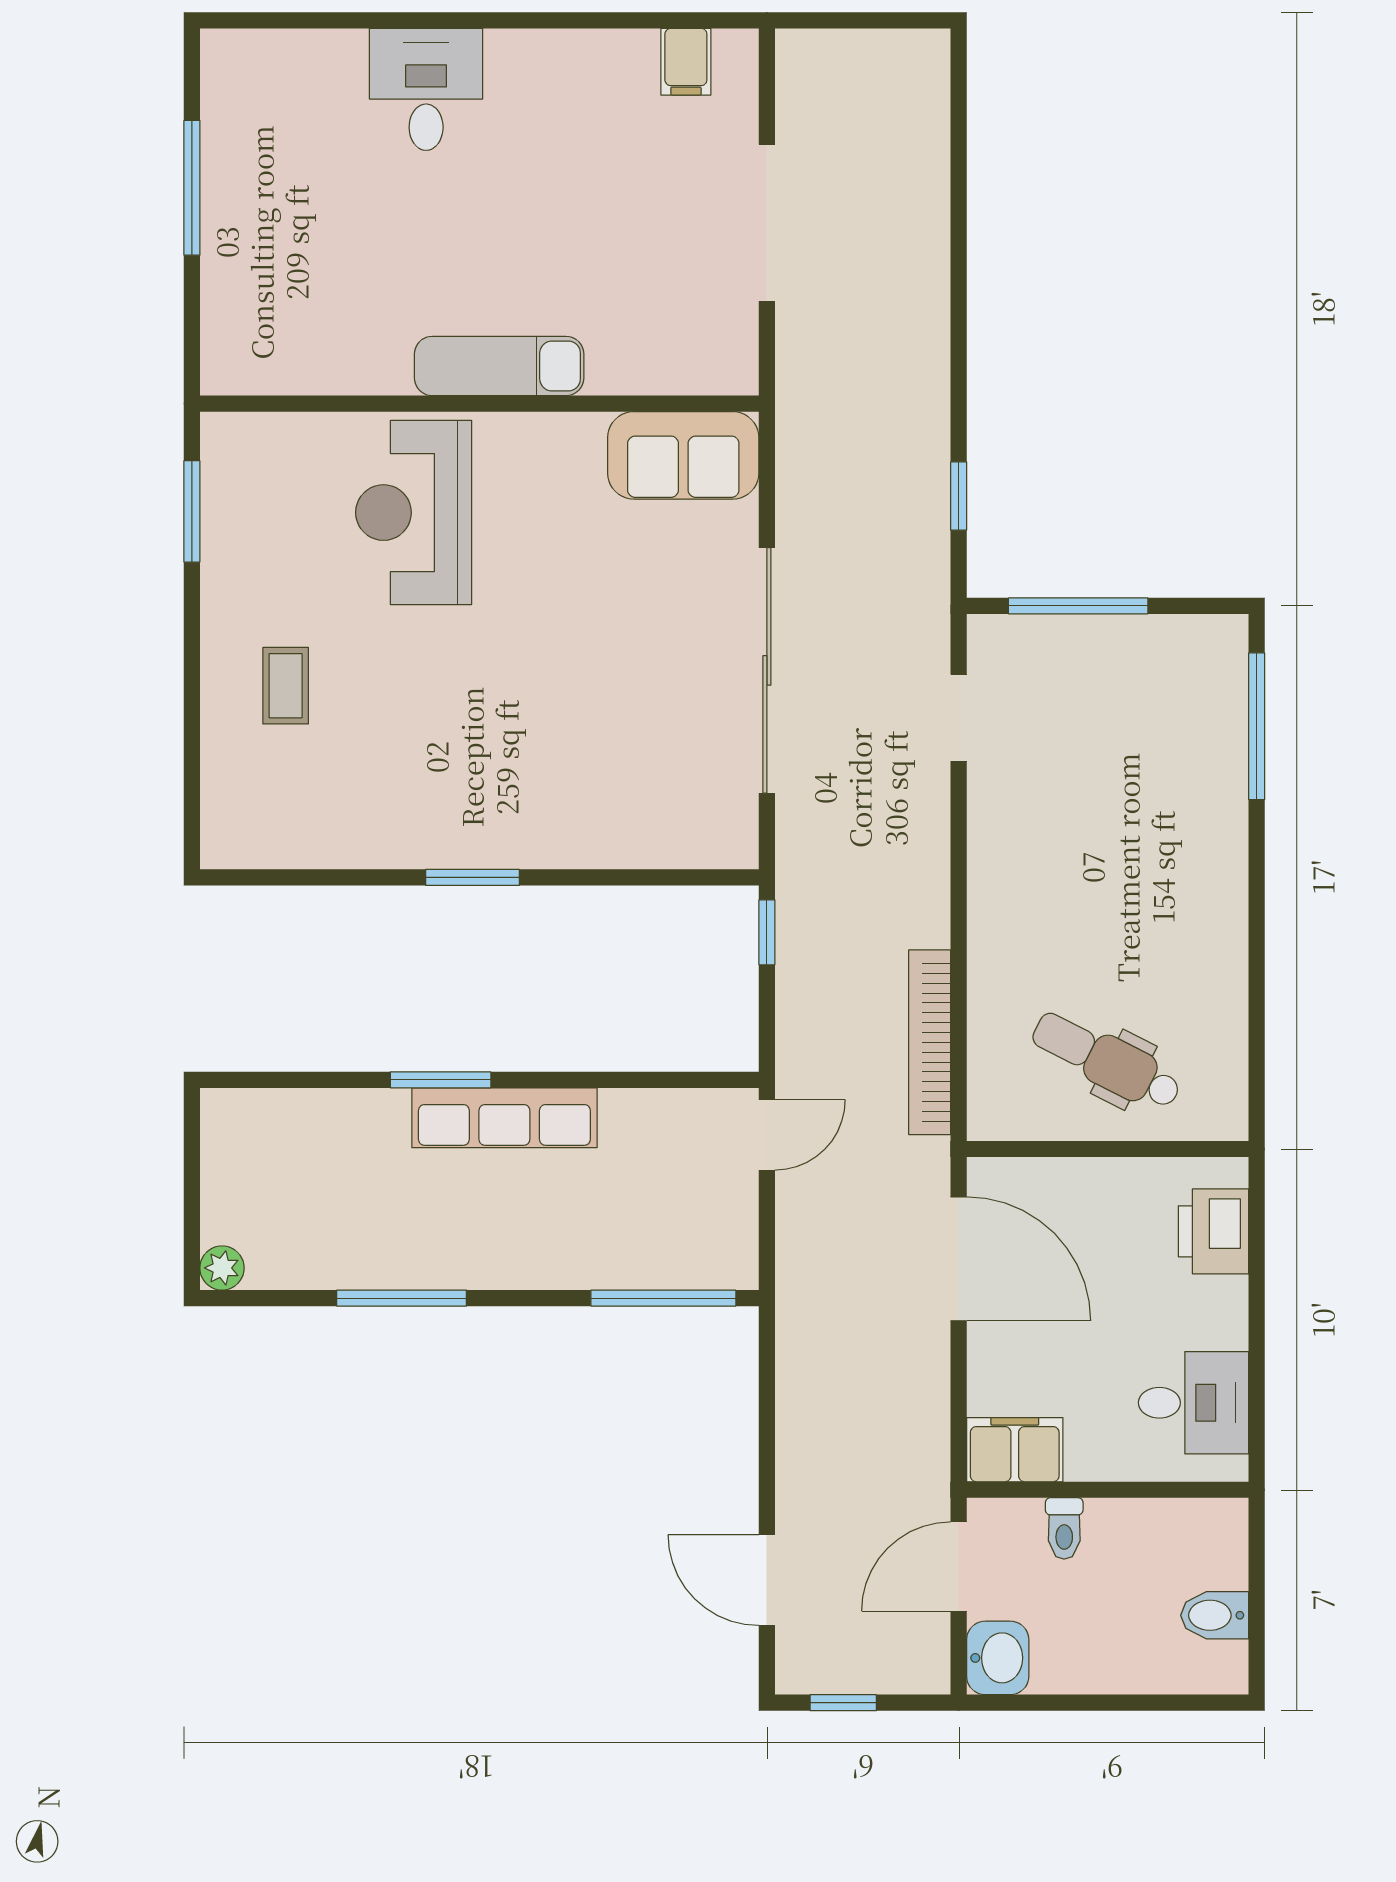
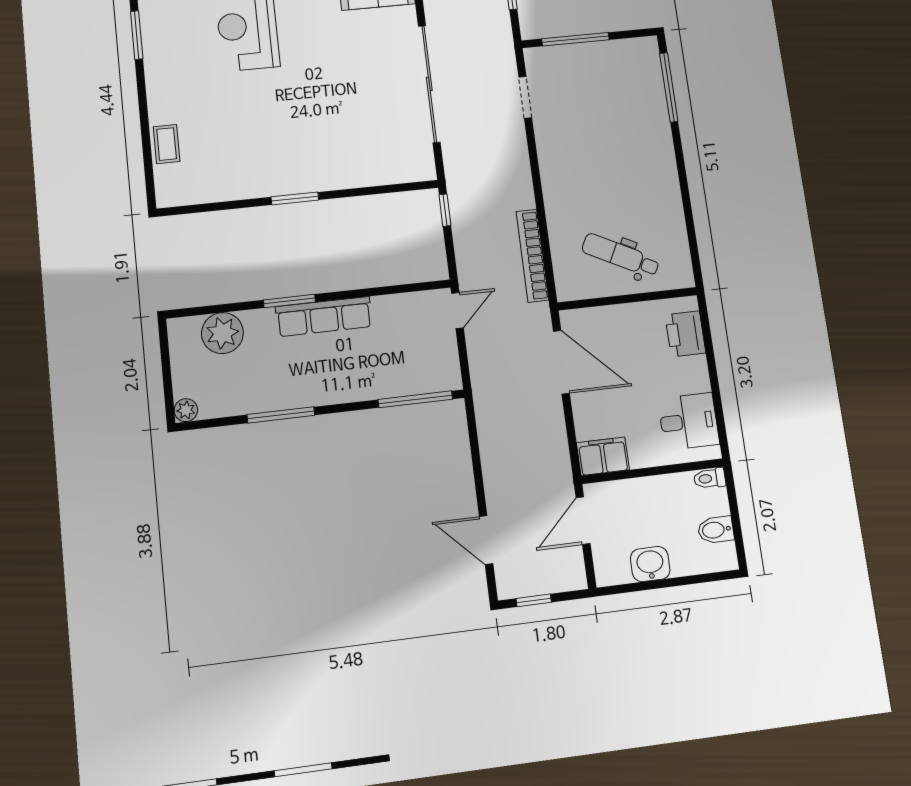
coffee table: (286, 686) -> (167, 144), moved
plant: (305, 1128) -> (222, 333), added
toilet: (1064, 1528) -> (710, 478), moved, turned 90
washbasin: (998, 1658) -> (650, 564), moved, turned -90

